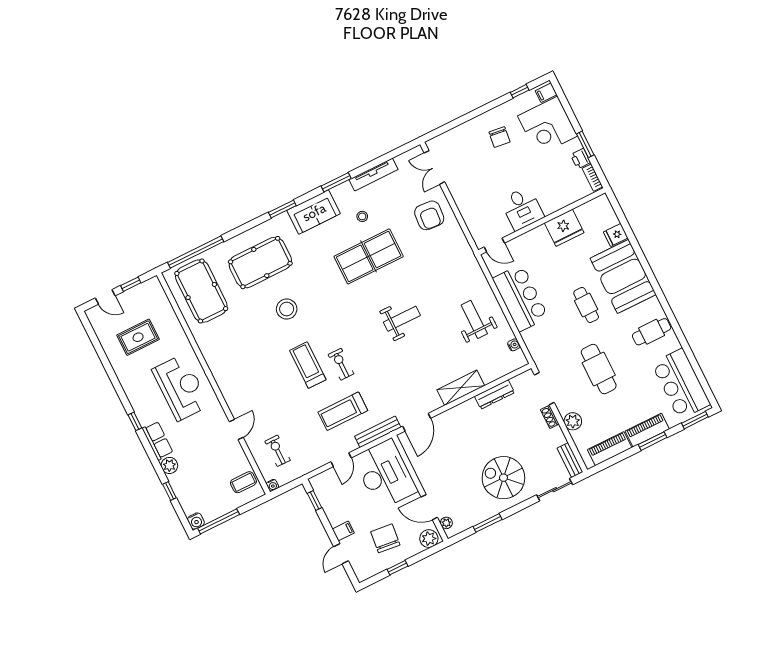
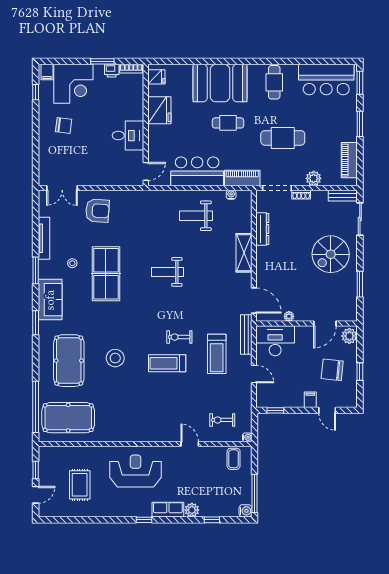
fridge: (616, 235) -> (156, 77), moved, turned -90
weight bench: (402, 319) -> (167, 272), turned -90
piano: (647, 430) -> (242, 178), moved, turned 90
desk: (385, 474) -> (275, 341), width x0.73, depth x0.77
plant: (446, 523) -> (289, 316), moved

